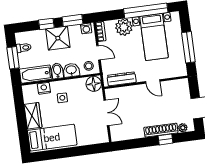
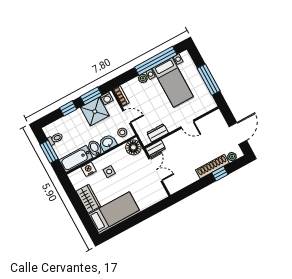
plant: (124, 27) -> (143, 78), width x0.53, depth x0.53
shower: (58, 38) -> (95, 112), moved
dresser: (122, 79) -> (158, 133), width x0.70
dresser: (114, 93) -> (156, 149), added

